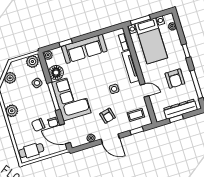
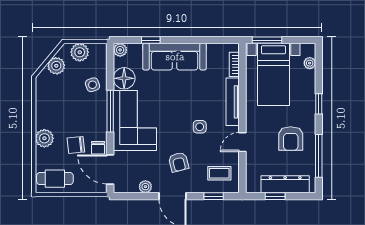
plant: (32, 62) -> (80, 52), moved
door: (145, 90) -> (242, 142), swing flipped
plant: (12, 111) -> (44, 138), moved

